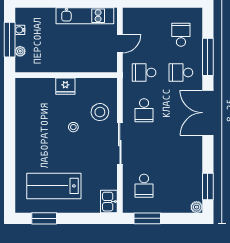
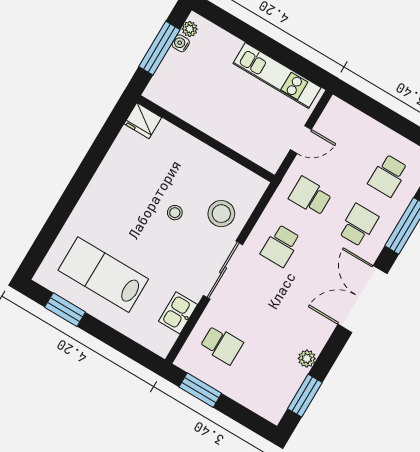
school desk: (181, 35) -> (388, 176), turned 180
plant: (20, 51) -> (190, 29), moved
school desk: (181, 72) -> (359, 225), turned 90
fridge: (65, 86) -> (143, 121), moved
school desk: (144, 186) -> (222, 345), turned -90
kitchen sink: (109, 202) -> (178, 313), moved
plant: (197, 207) -> (307, 359), moved

